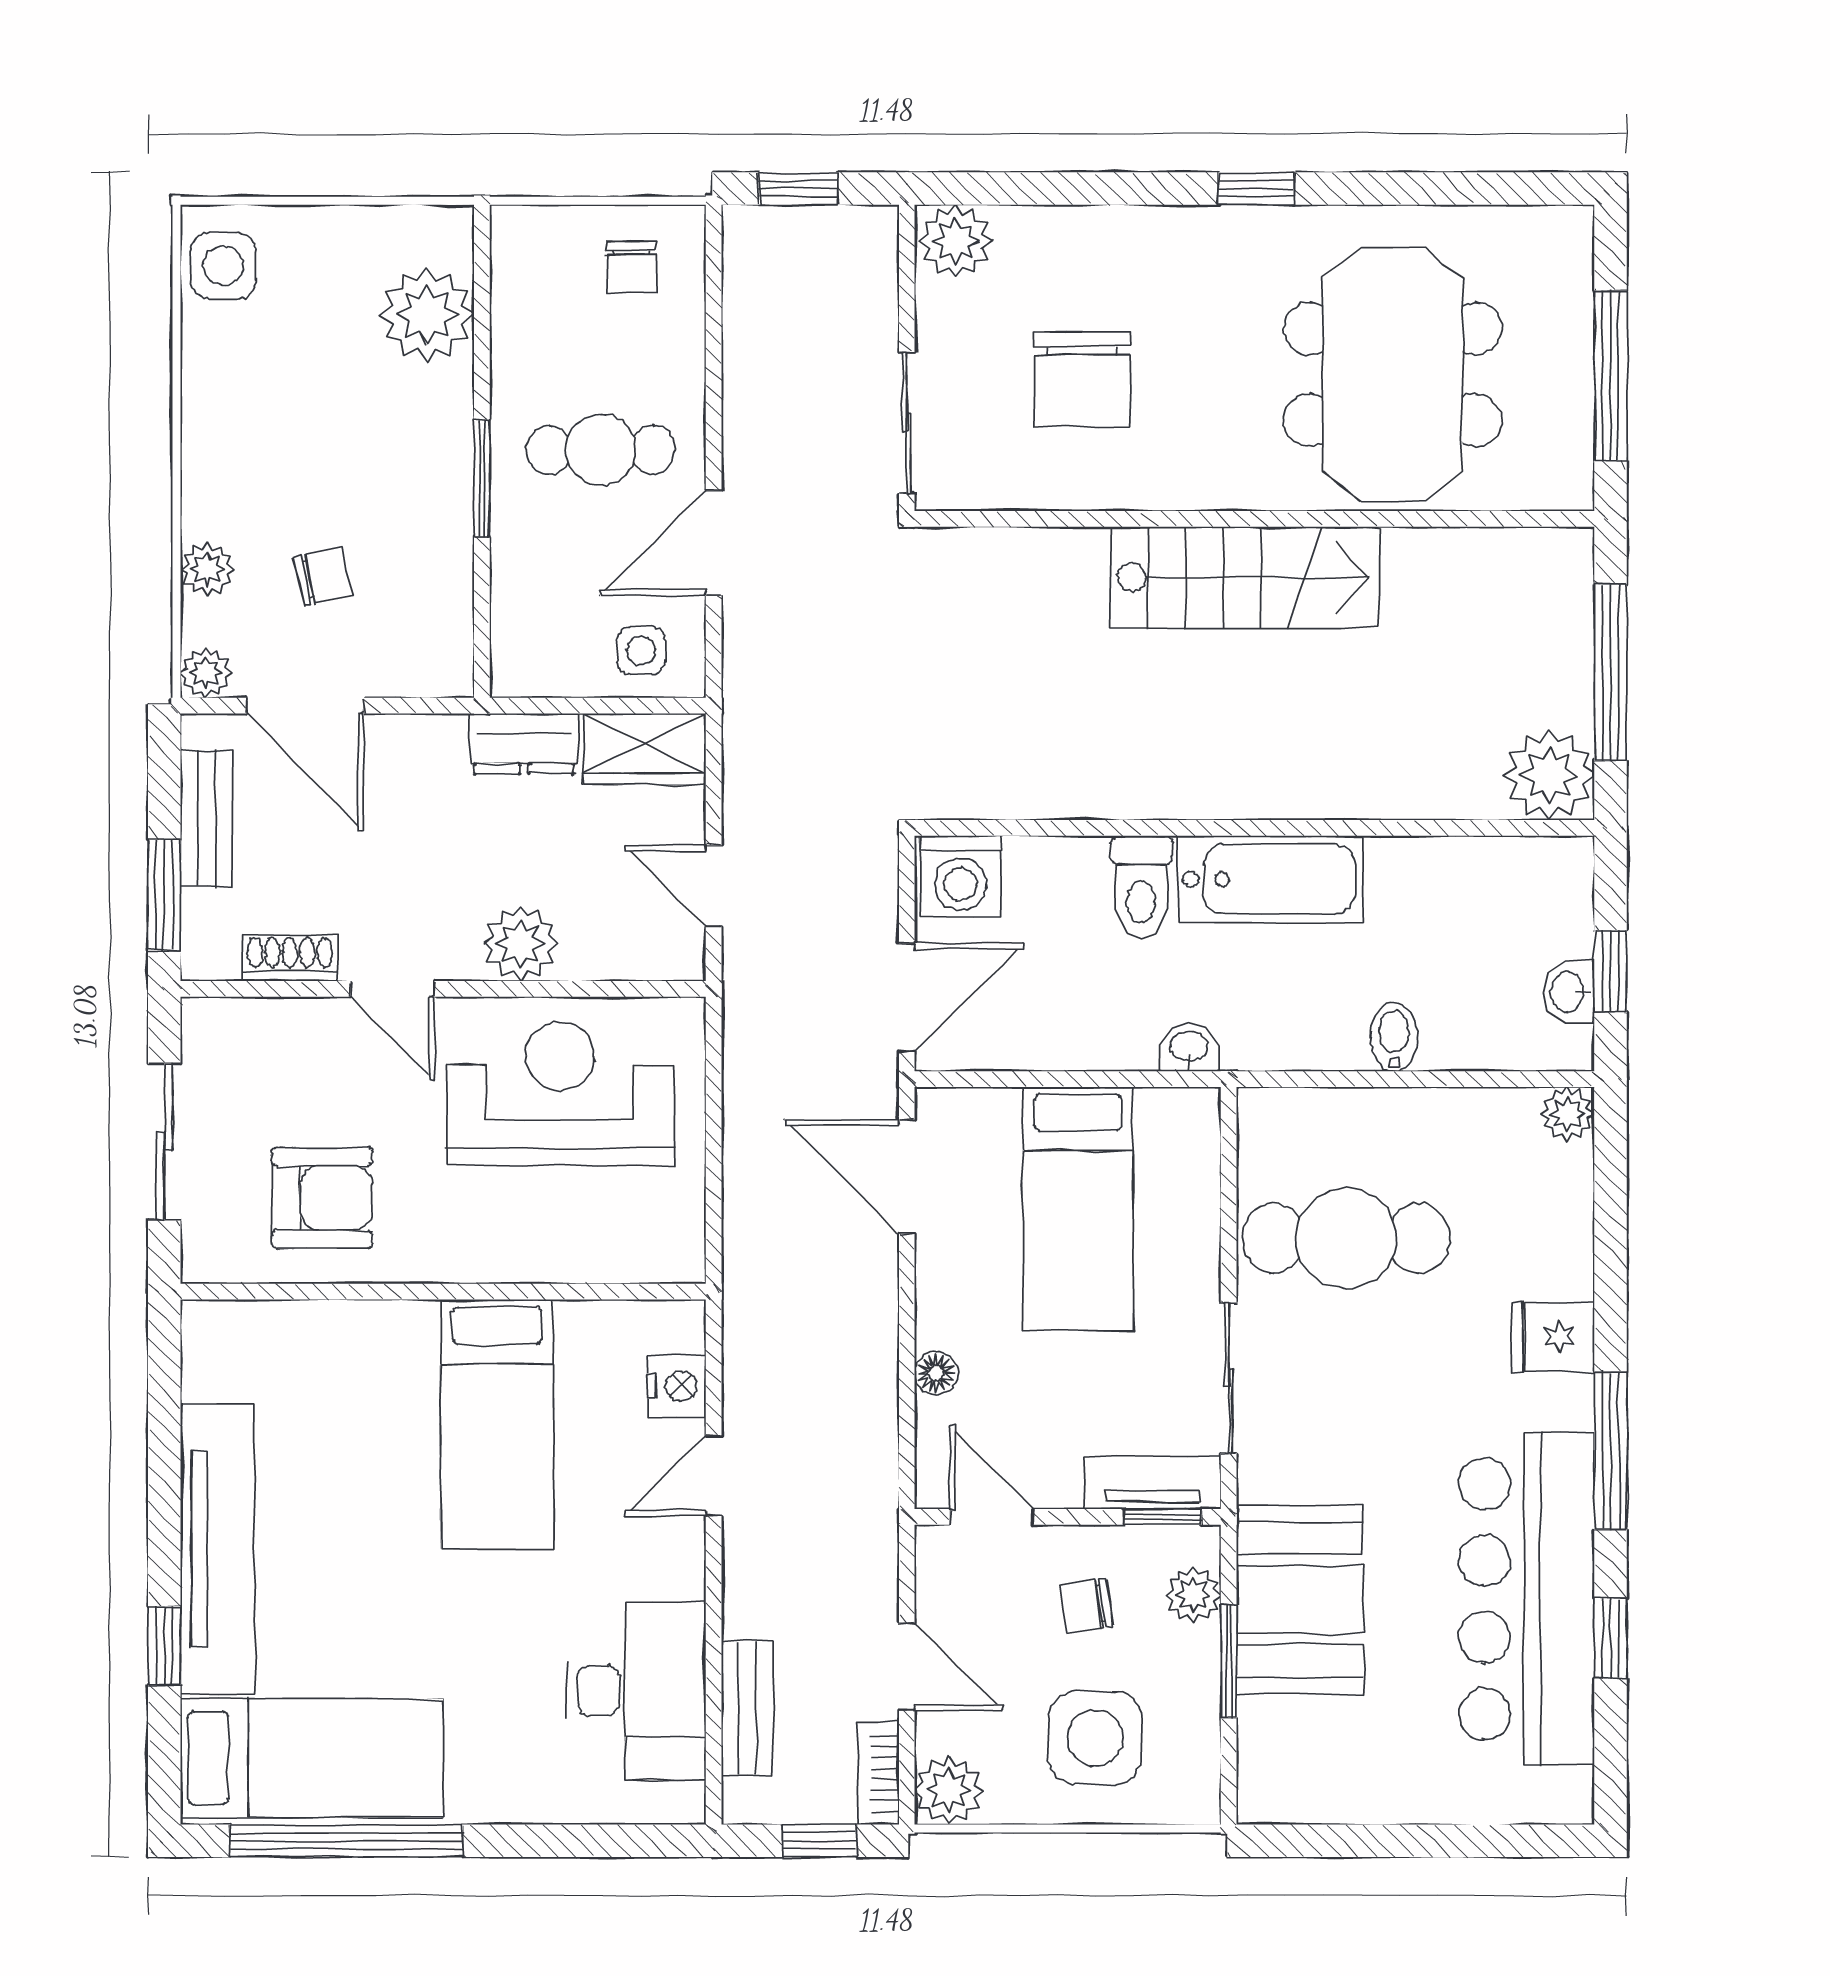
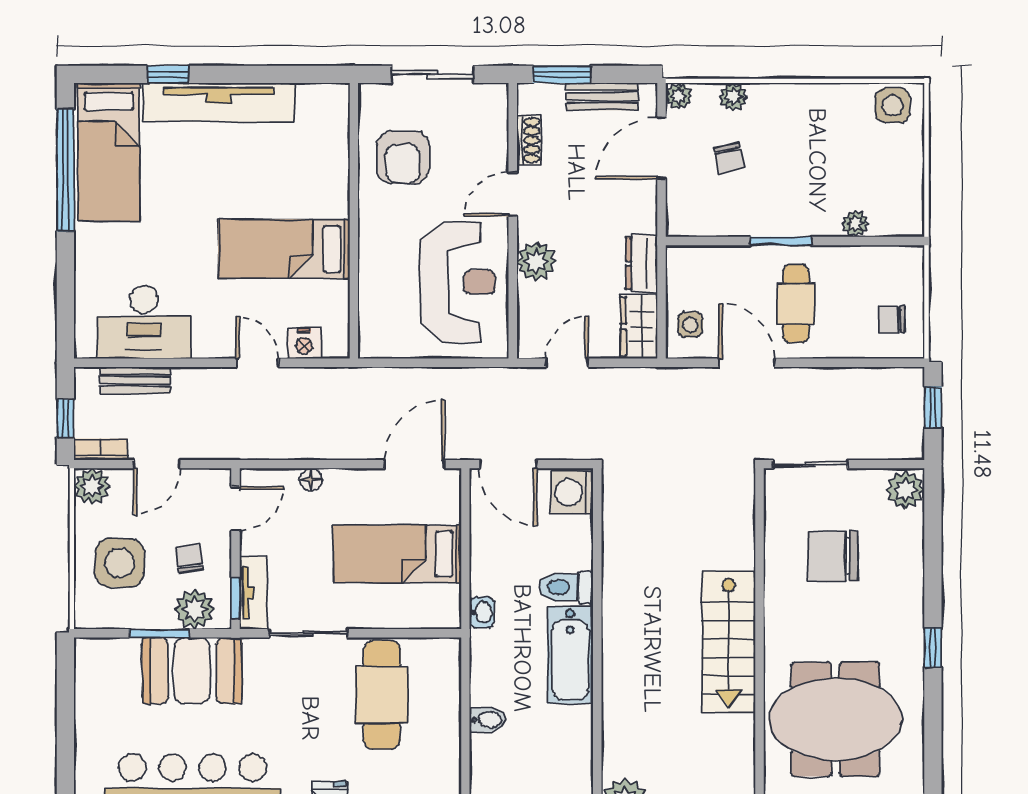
plant: (427, 315) -> (855, 224), width x0.53, depth x0.53
plant: (1193, 1595) -> (195, 609), width x1.38, depth x1.38

